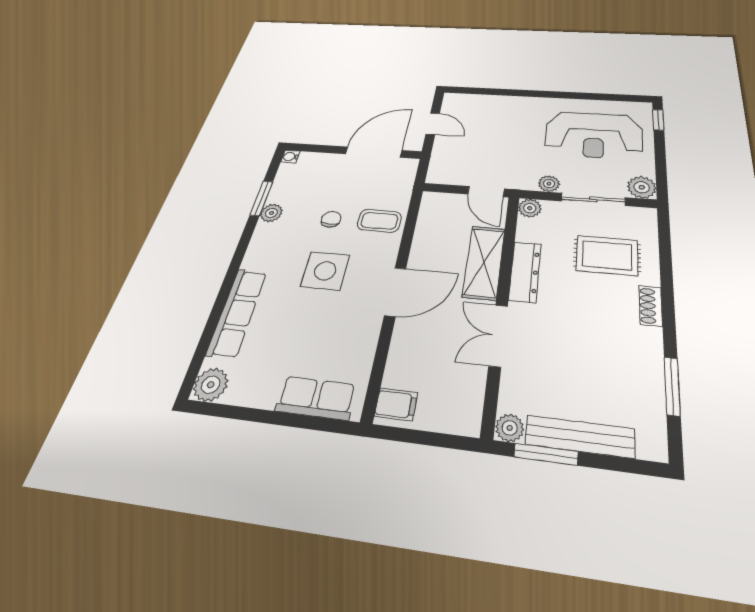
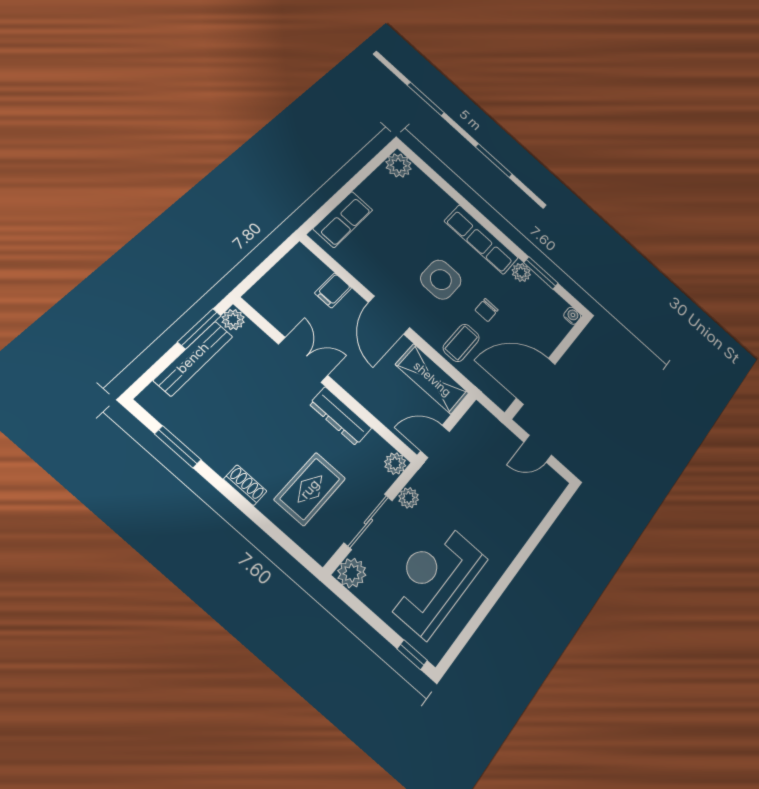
door: (374, 152) -> (536, 381), swing flipped
chair: (331, 219) -> (487, 310), turned 90
shelving: (484, 262) -> (432, 379), moved
row of seats: (237, 312) -> (481, 240), moved
filing cabinet: (396, 404) -> (333, 290), moved

